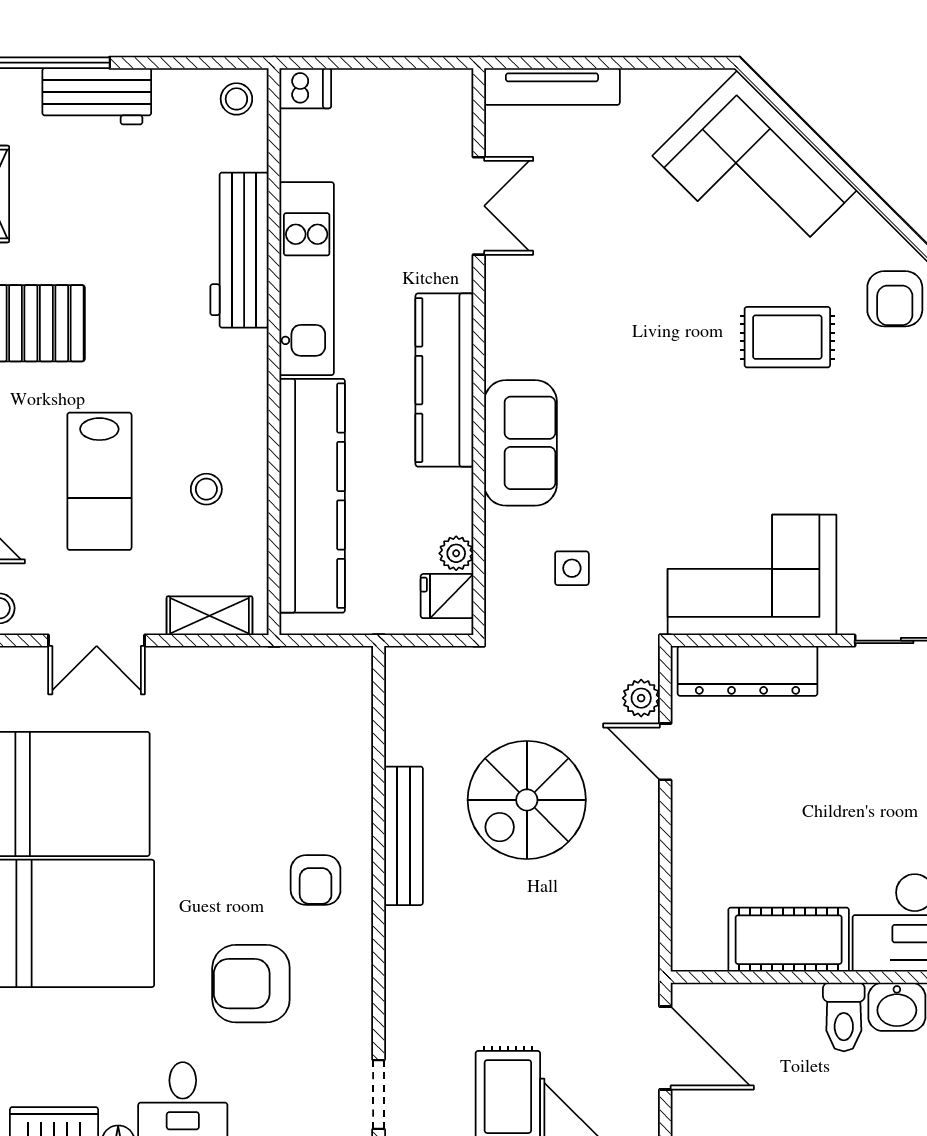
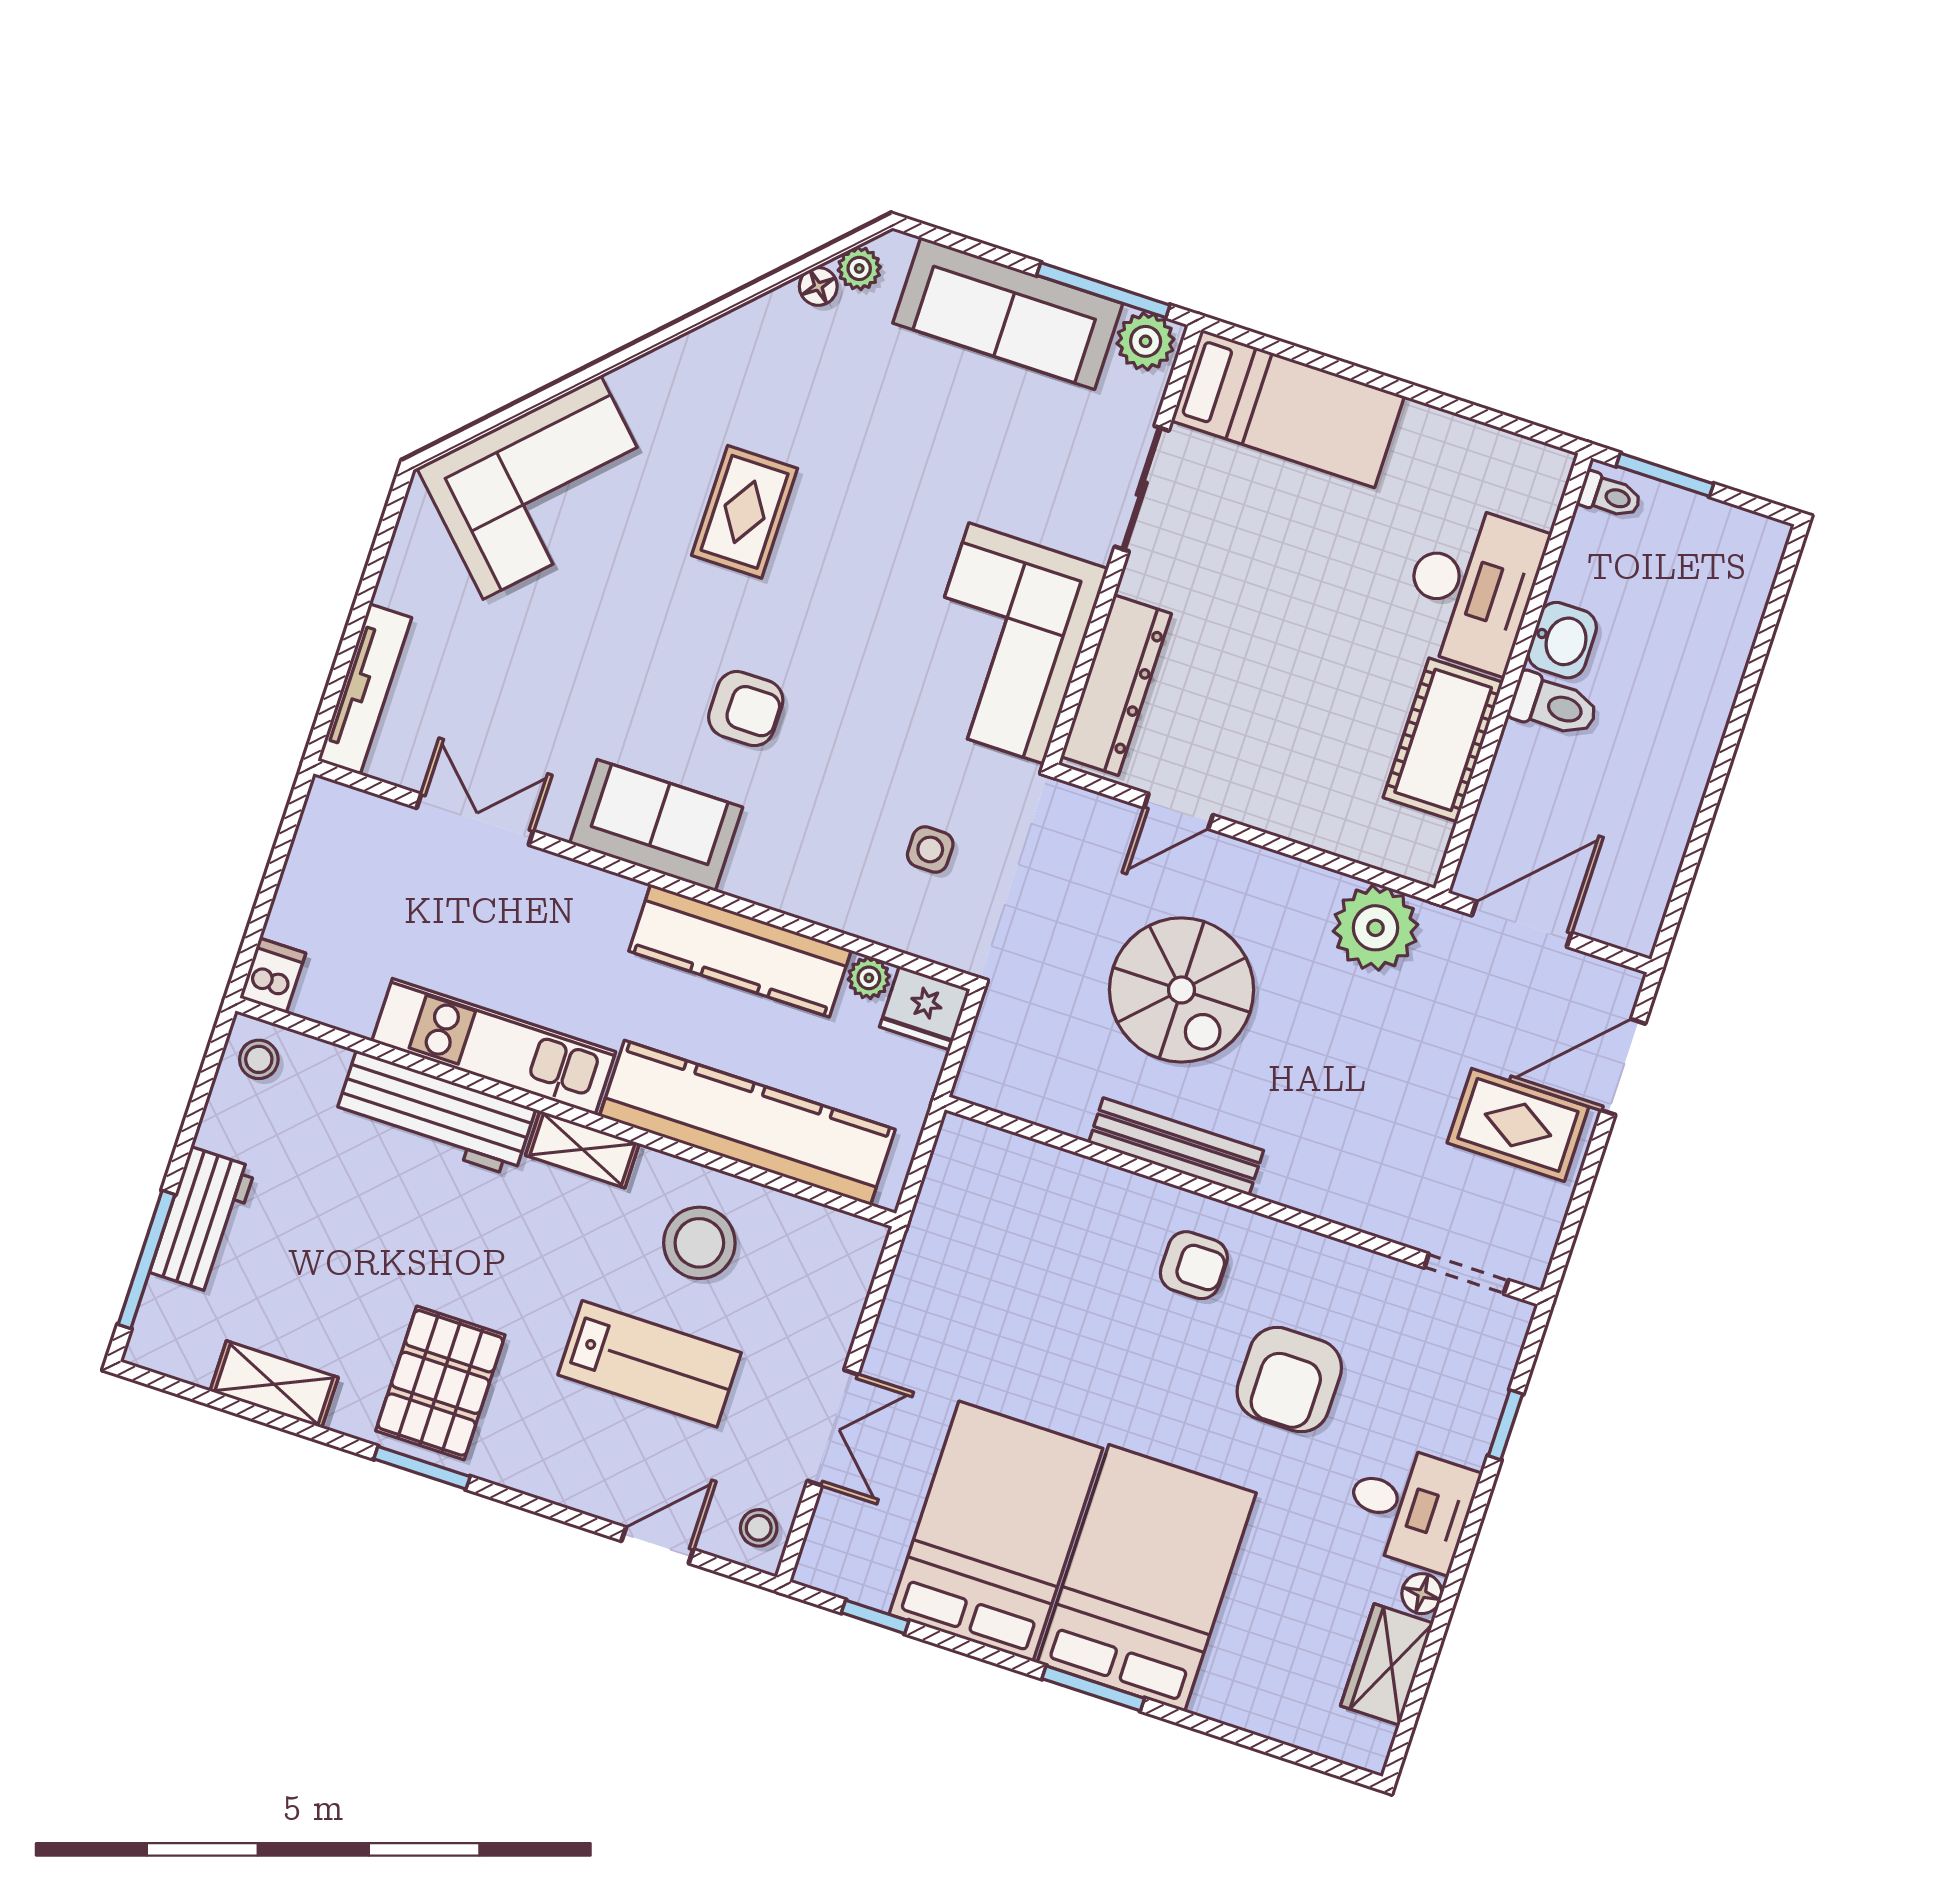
armchair: (895, 299) -> (746, 709), moved
kitchen counter: (444, 380) -> (740, 951), moved
sofa: (521, 443) -> (656, 825), moved
stool: (206, 489) -> (699, 1243), width x1.89, depth x1.89
fridge: (447, 596) -> (925, 1008), width x1.38
shelving: (210, 616) -> (582, 1149), moved, turned 90
plant: (641, 698) -> (1375, 928), moved, width x1.87, depth x1.87

